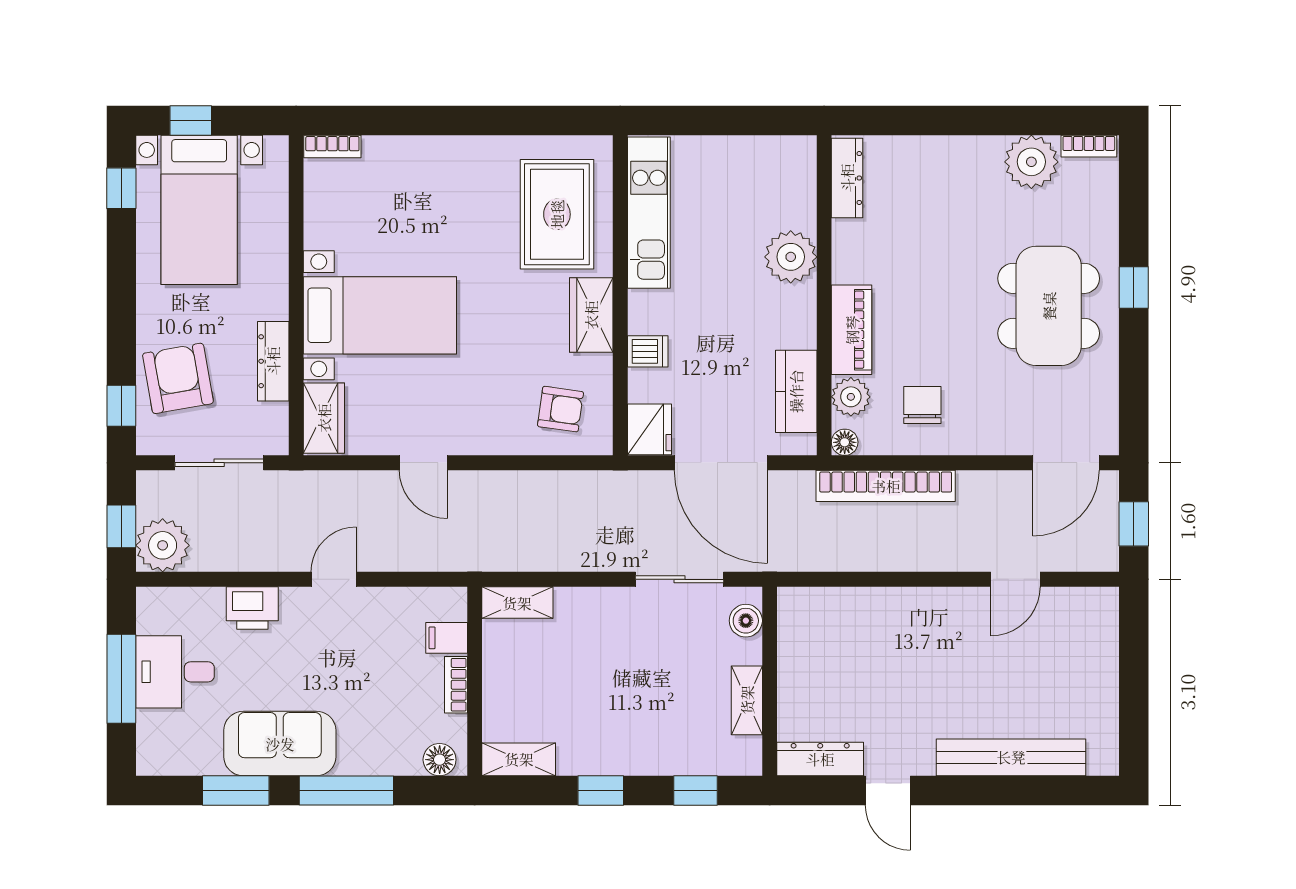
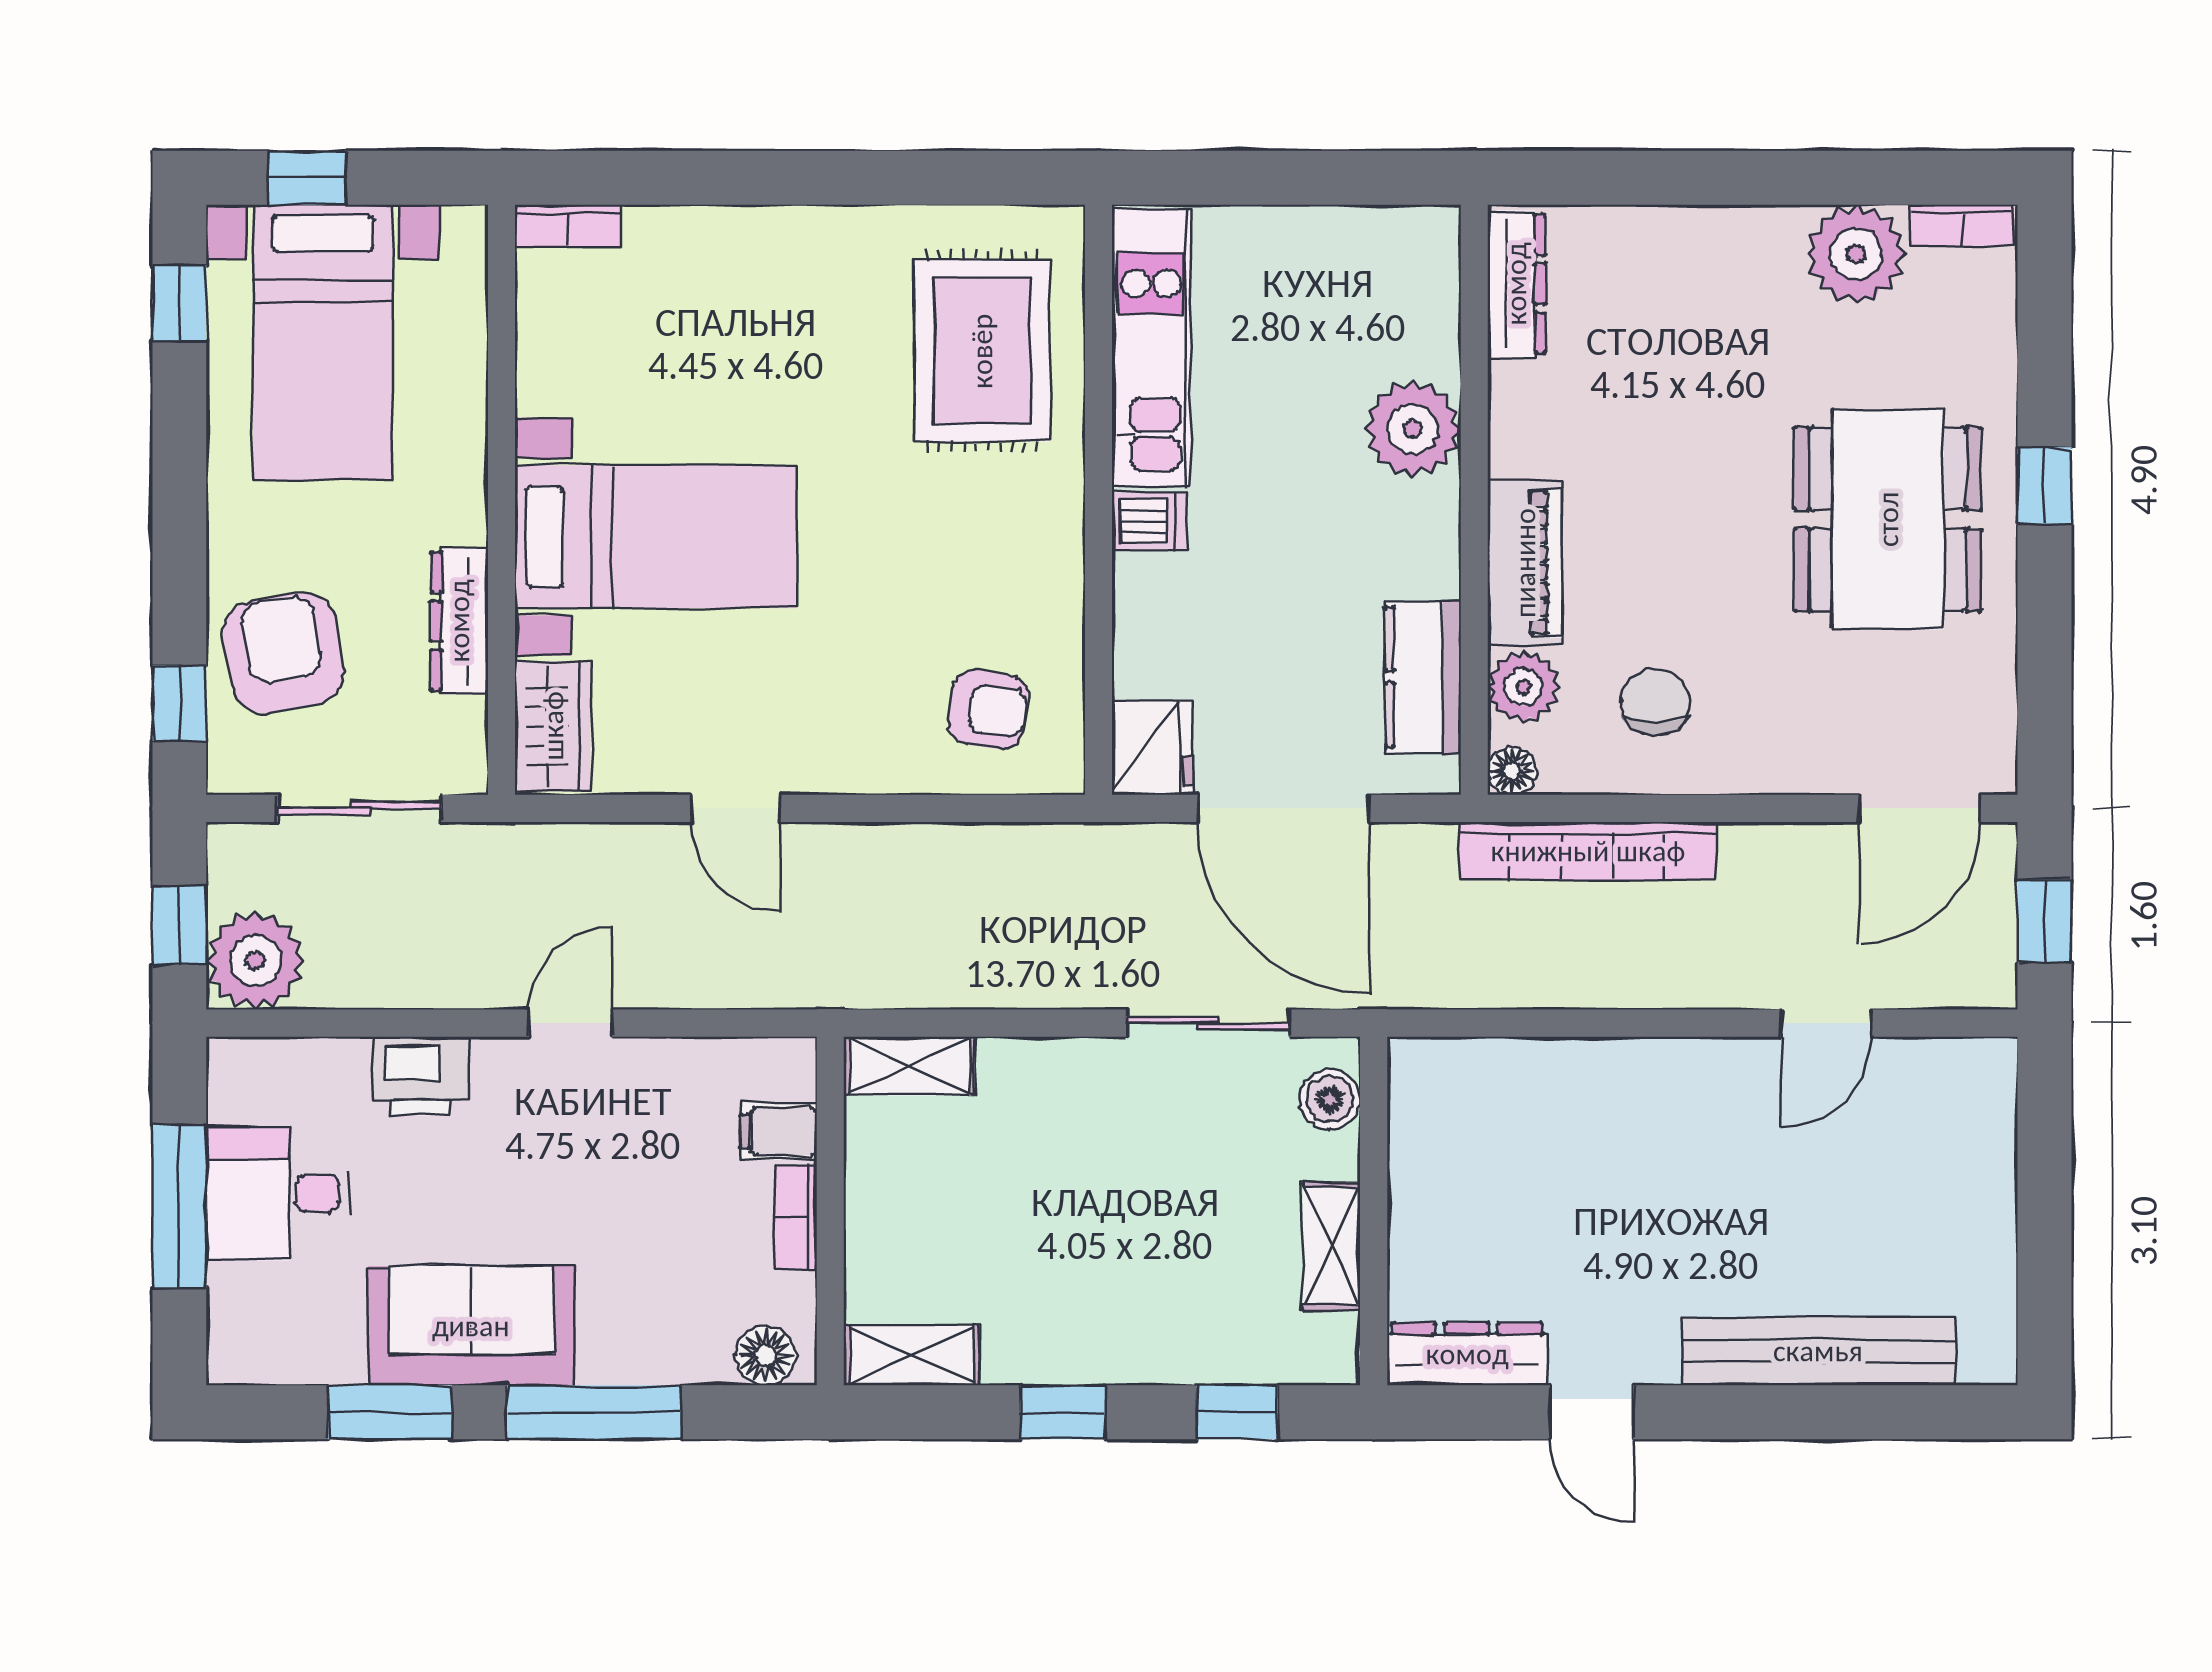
wardrobe: (591, 315) -> (1045, 536), removed
dishwasher: (648, 351) -> (1149, 521), moved

